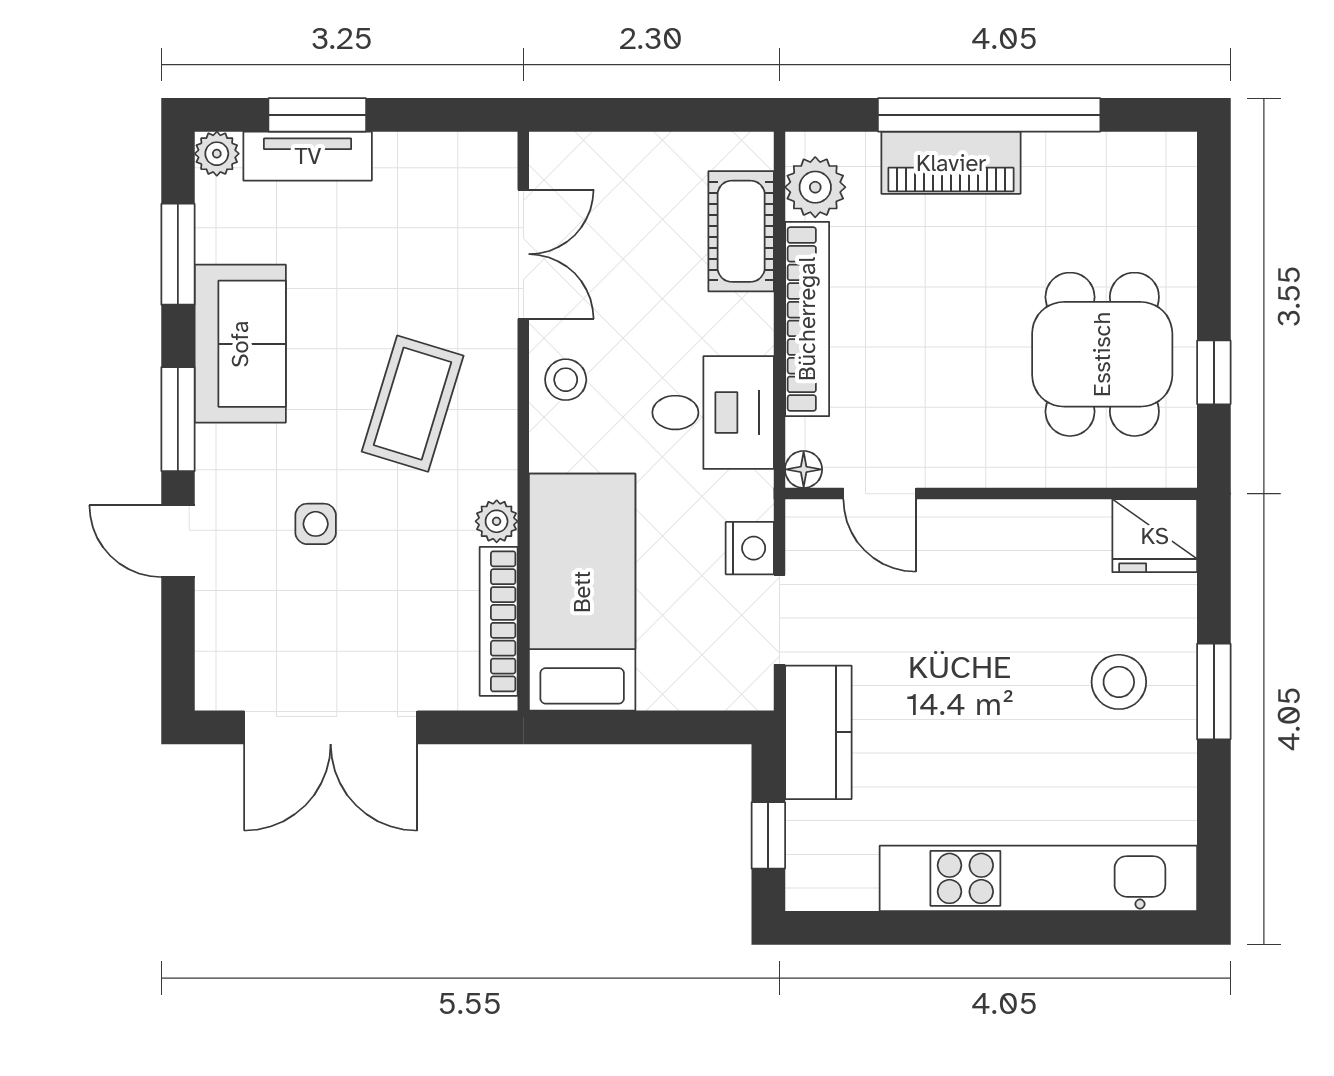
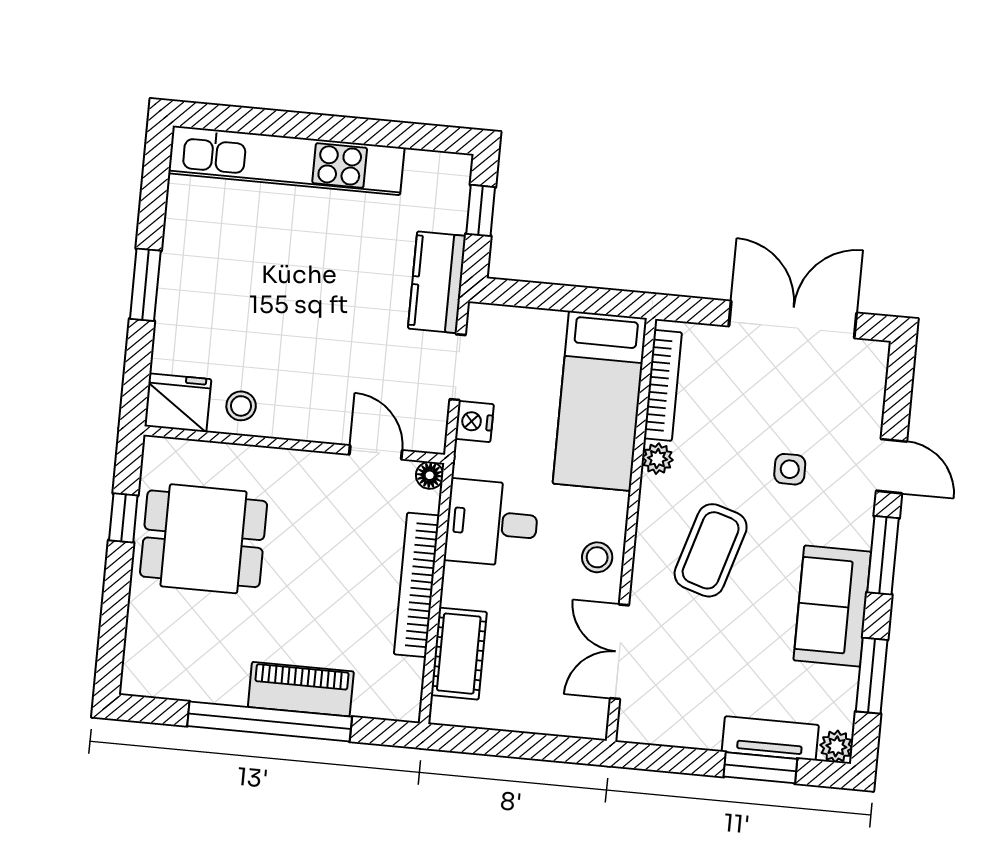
plant: (815, 187) -> (402, 681), removed
dining table: (1102, 354) -> (204, 539), turned 90
stool: (1119, 682) -> (241, 406), moved, width x0.73, depth x0.73

